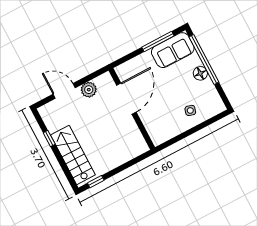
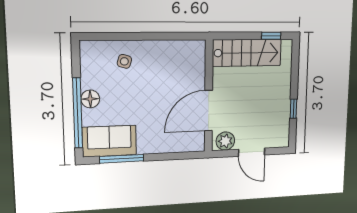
door: (126, 99) -> (209, 111), moved
wall: (132, 109) -> (209, 96), moved
stairs: (73, 155) -> (247, 53), moved, turned -90

